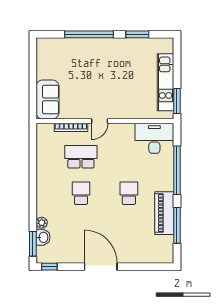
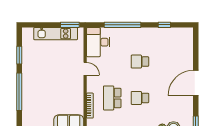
door: (100, 121) -> (85, 69), moved
piano: (164, 213) -> (155, 35), removed
window: (177, 225) -> (164, 25), width x0.46

